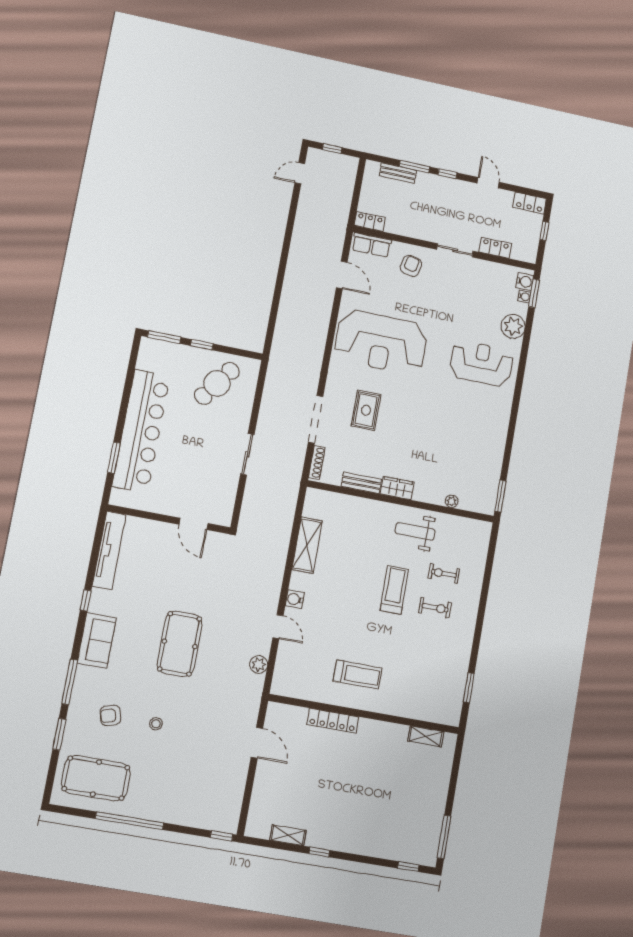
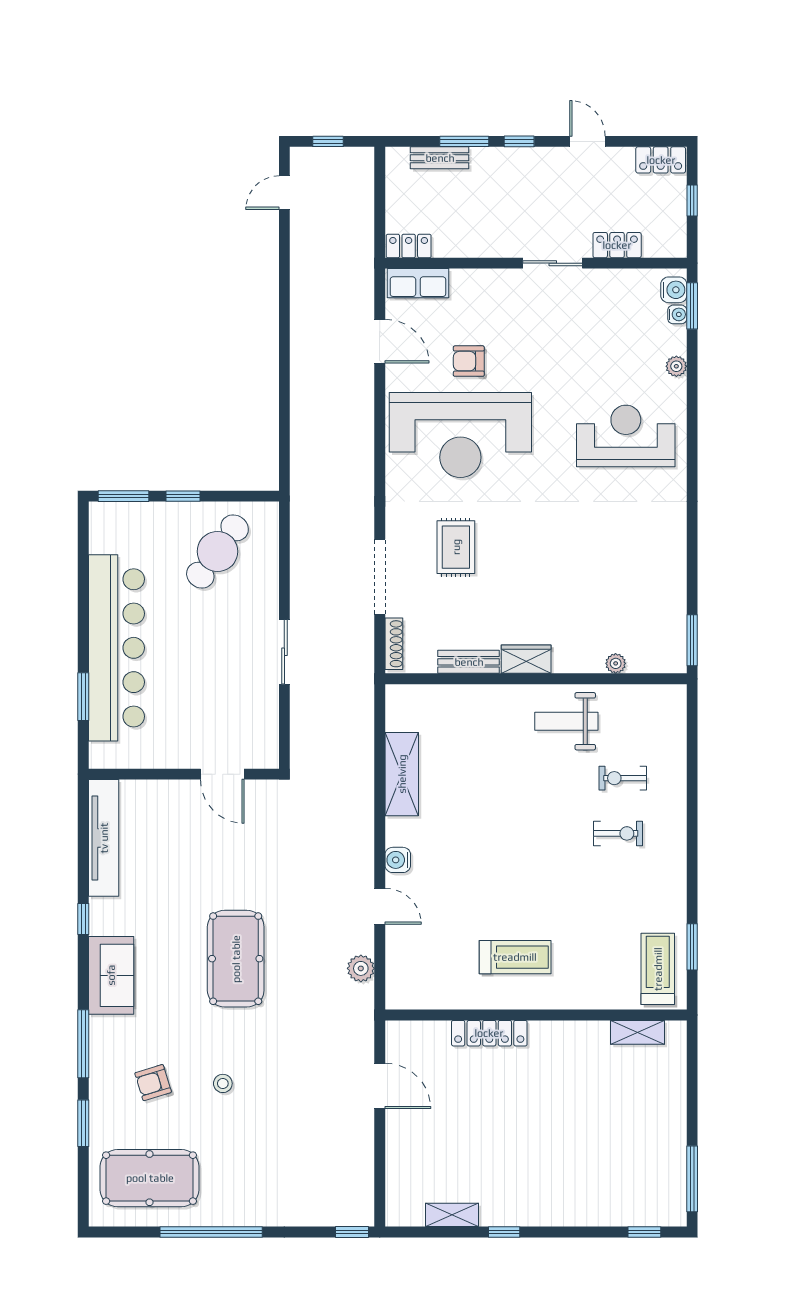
armchair: (411, 266) -> (469, 361), moved, turned -102
plant: (513, 326) -> (676, 366), width x0.53, depth x0.53
treadmill: (394, 590) -> (658, 969), moved

